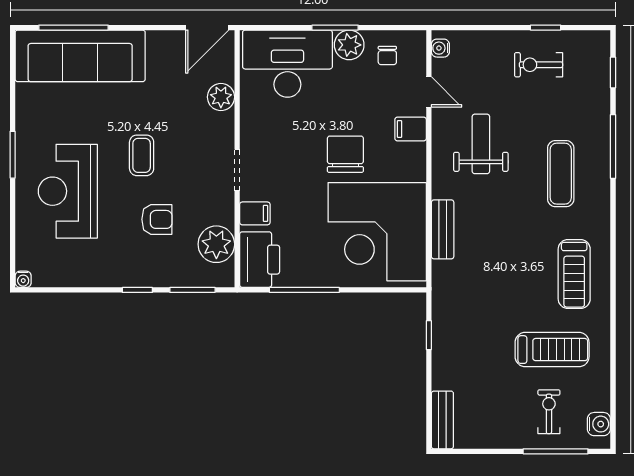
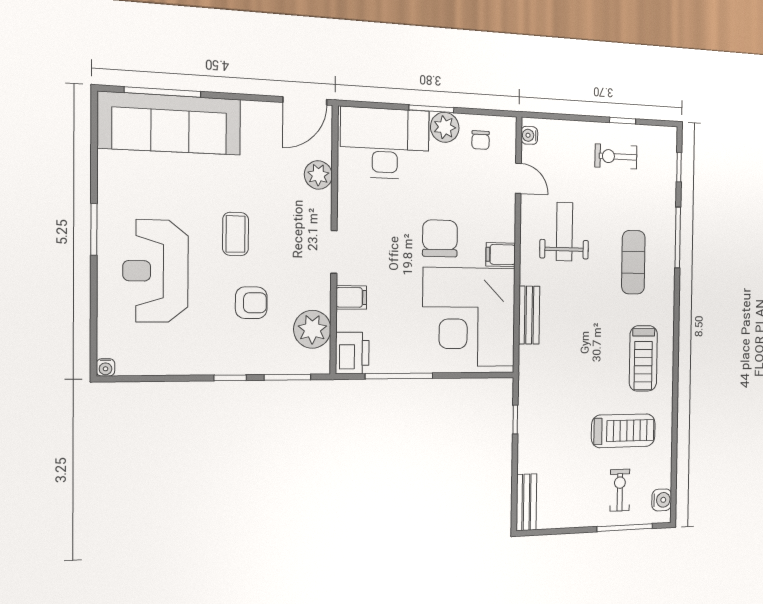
filing cabinet: (411, 129) -> (501, 255), moved
printer: (260, 260) -> (352, 353), width x0.73, depth x0.84

